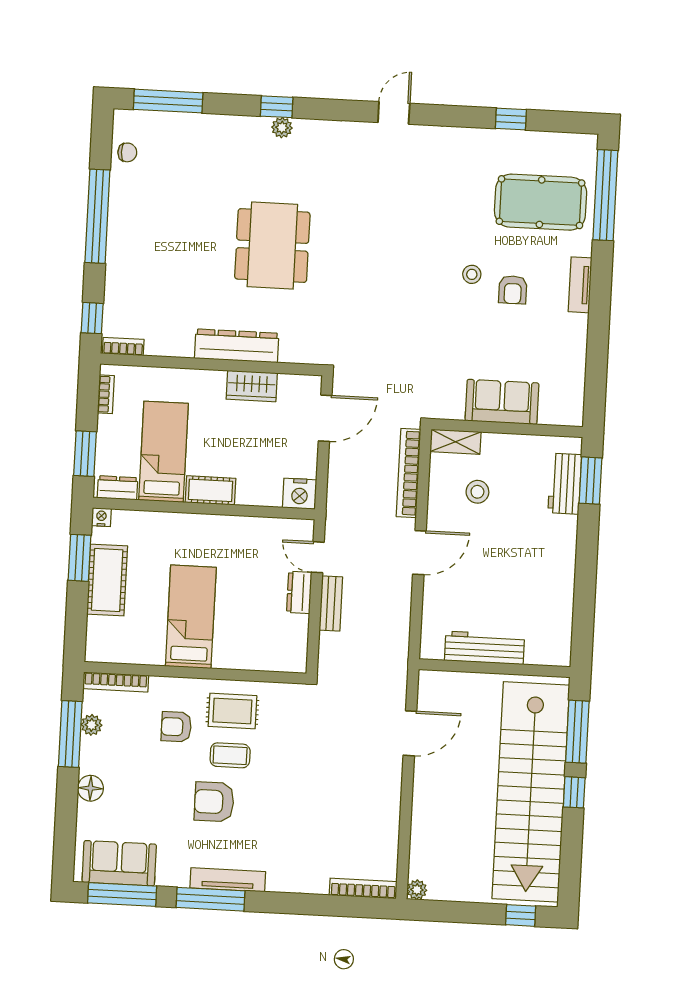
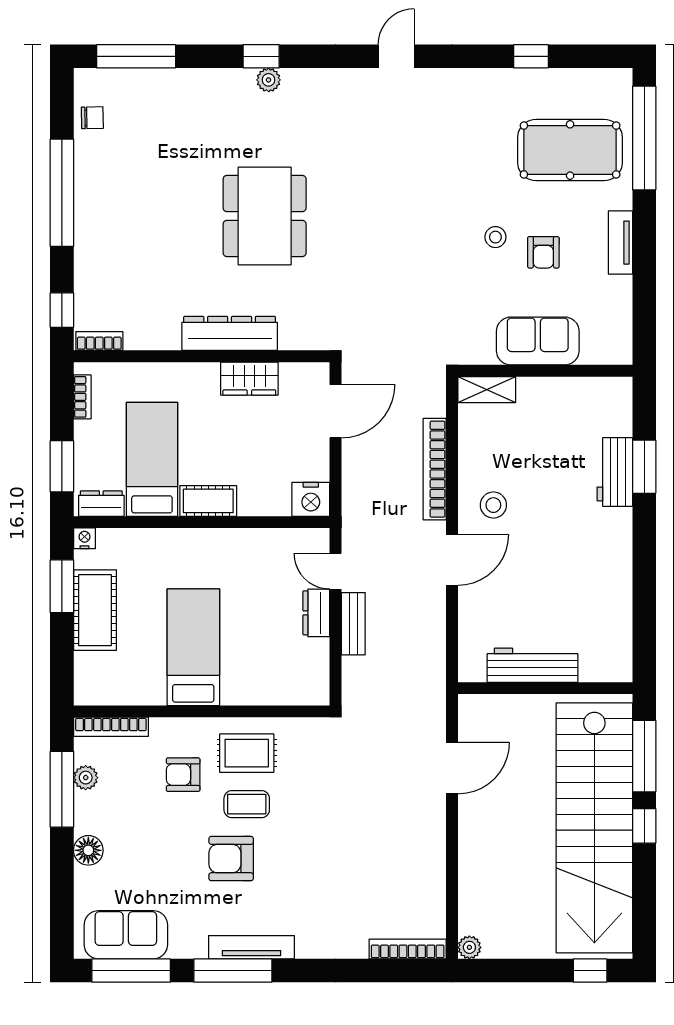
sofa: (502, 402) -> (538, 341), moved
wall: (507, 428) -> (545, 371), moved
shelving: (455, 442) -> (487, 390), moved
stool: (477, 492) -> (493, 505), moved

